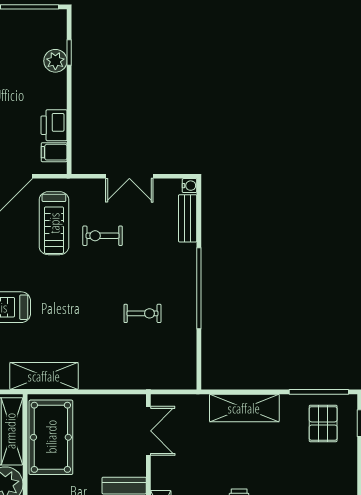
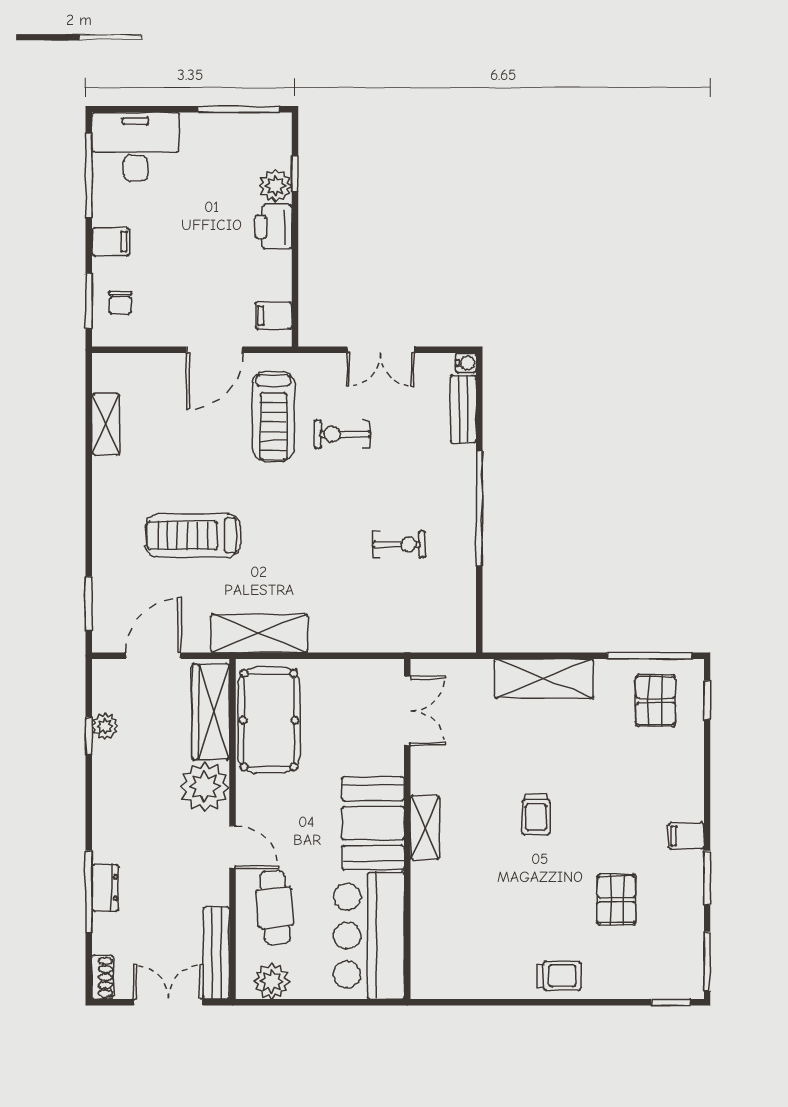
printer: (54, 125) -> (273, 227), moved

